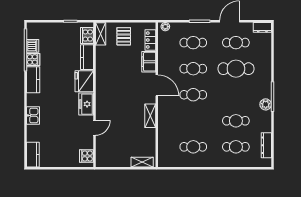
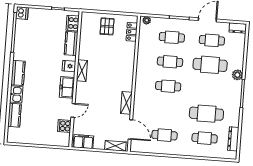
shelving: (101, 34) -> (82, 71), moved
dishwasher: (33, 46) -> (22, 13), moved
cooker: (33, 59) -> (20, 42), removed
filing cabinet: (149, 62) -> (83, 142), moved, turned 90
kitchen counter: (33, 80) -> (18, 73), moved
fridge: (84, 81) -> (69, 66), width x0.53, depth x0.75
door: (157, 85) -> (130, 129), moved
plant: (266, 104) -> (237, 75), moved
cafe table: (236, 121) -> (206, 114), width x1.37, depth x1.35
kitchen counter: (33, 155) -> (14, 115), moved
cooker: (86, 156) -> (64, 126), moved

